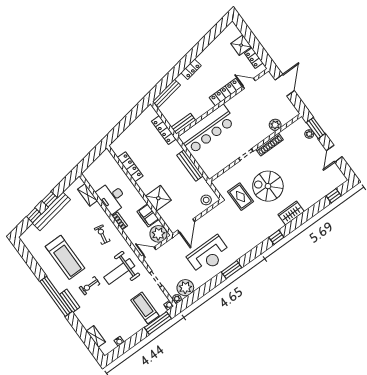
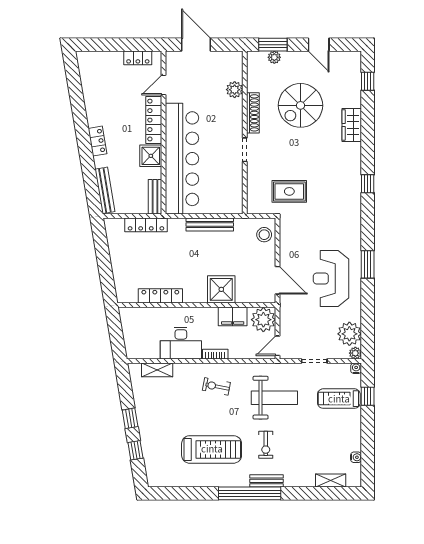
shower: (241, 45) -> (151, 156), moved
bar counter: (207, 129) -> (182, 159), width x1.36
spiral stairs: (268, 186) -> (300, 105), moved
bench: (51, 211) -> (146, 427), removed
wardrobe: (291, 213) -> (352, 125), moved
reception desk: (209, 255) -> (331, 279), turned 180
weight bench: (119, 272) -> (274, 398), turned -90
window: (158, 323) -> (368, 396), width x0.46

